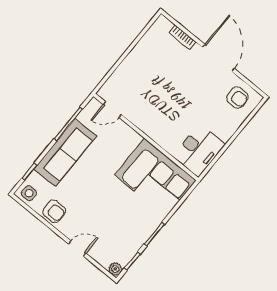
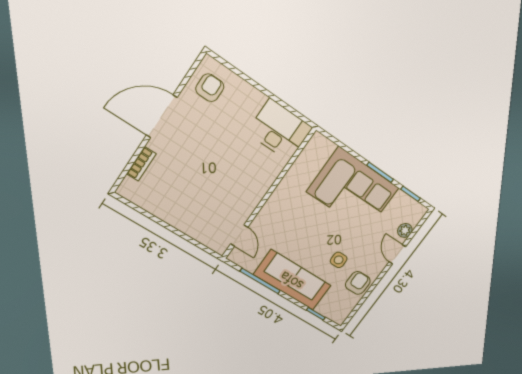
corner sofa: (155, 178) -> (353, 190), moved, turned 90
side table: (29, 193) -> (339, 260), moved
plant: (115, 269) -> (405, 230), moved

